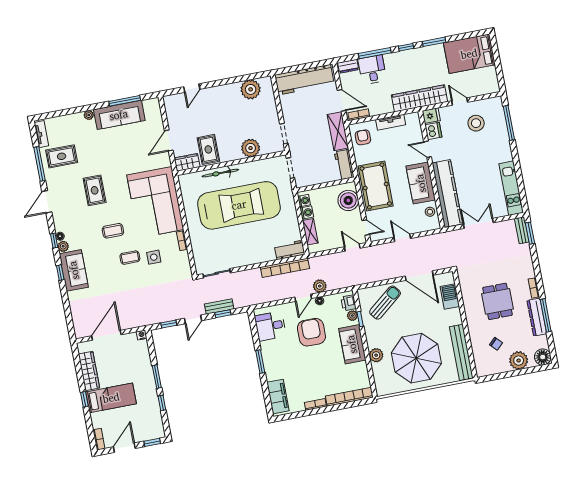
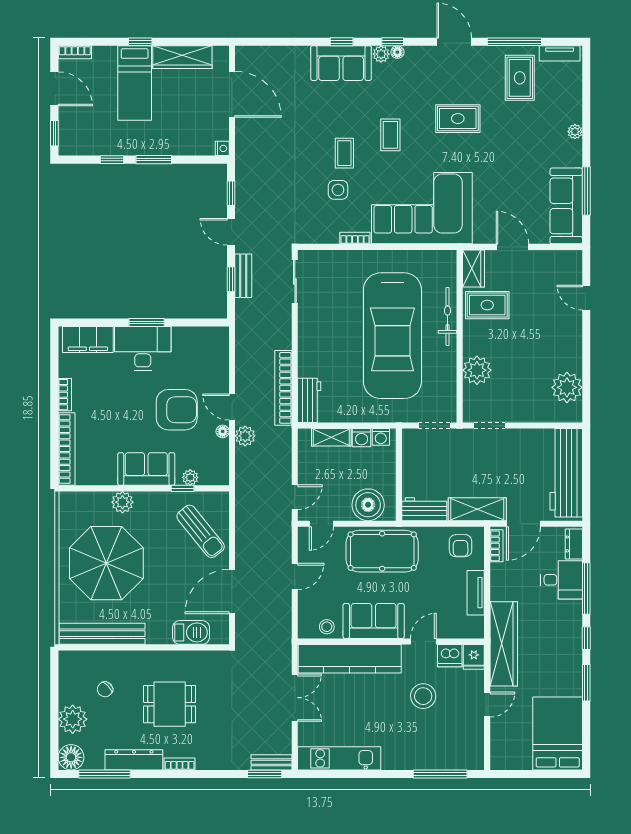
sofa: (119, 115) -> (566, 206), moved
stool: (476, 123) -> (423, 696), moved
armchair: (363, 137) -> (461, 546), turned 89
printer: (349, 303) -> (211, 475), removed
window: (546, 315) -> (104, 774), moved
desk: (270, 326) -> (143, 348), moved, width x1.37

